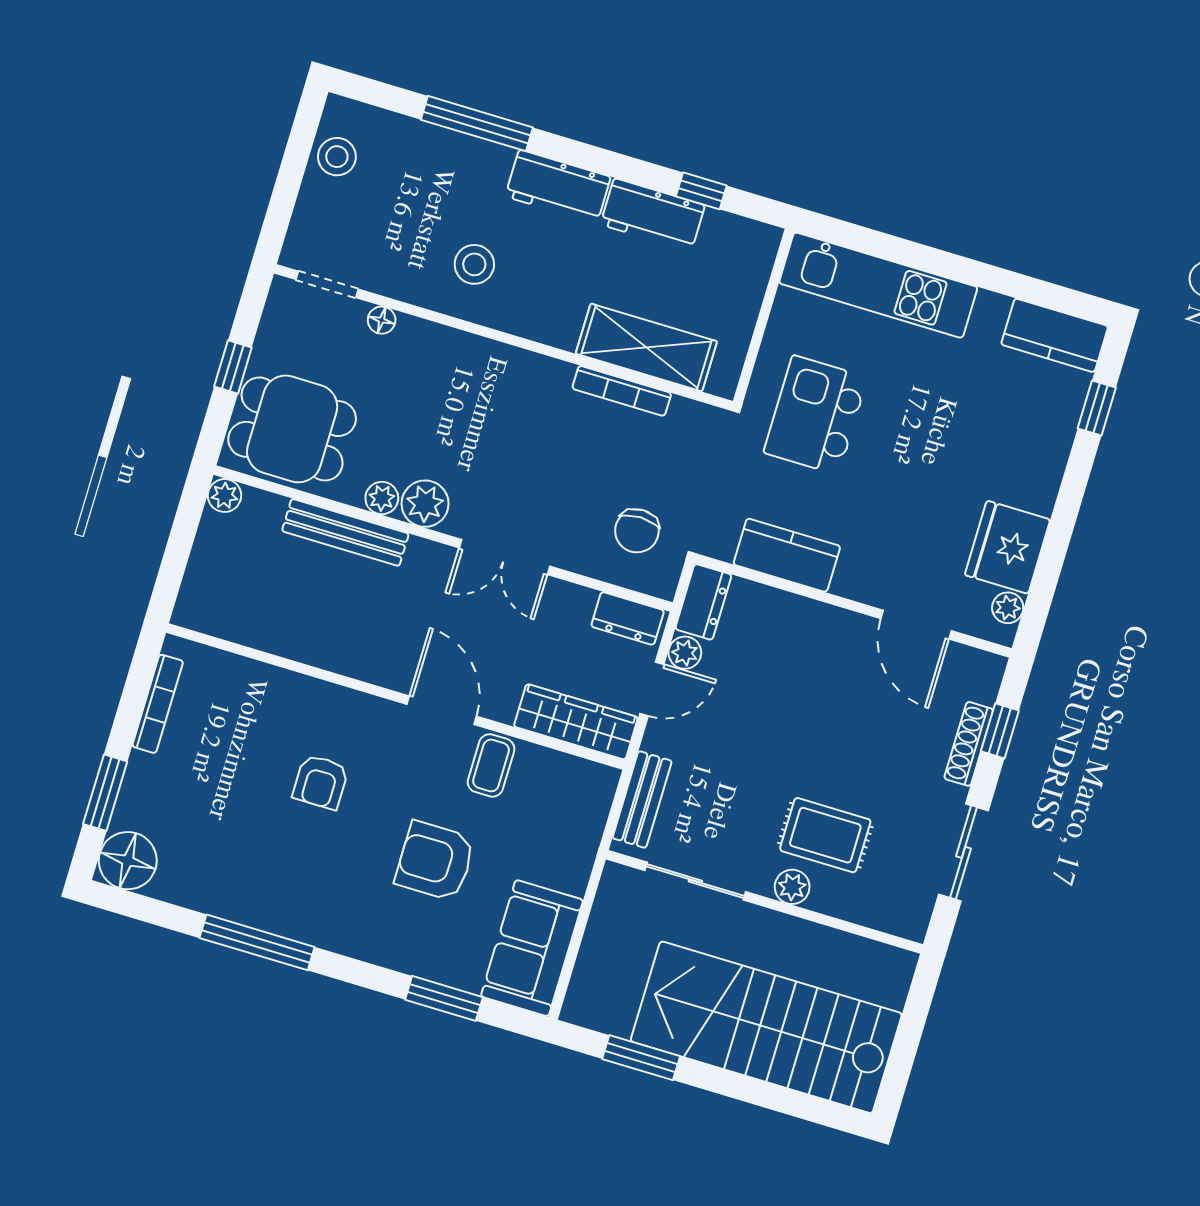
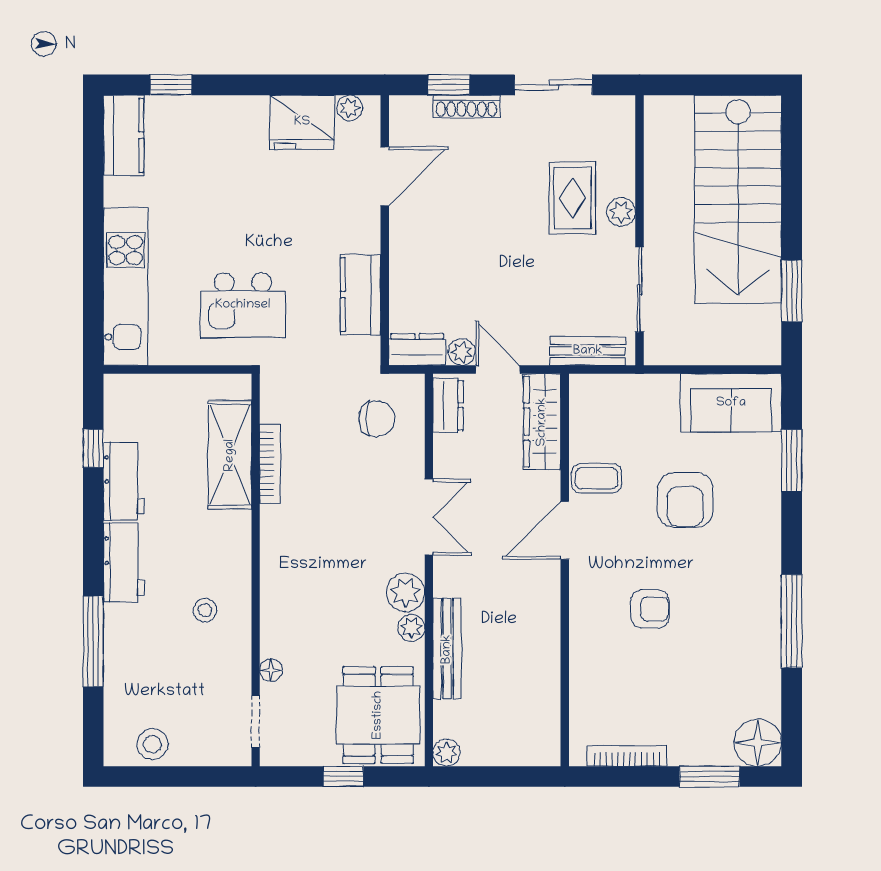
stool: (474, 264) -> (205, 610), width x0.73, depth x0.73

